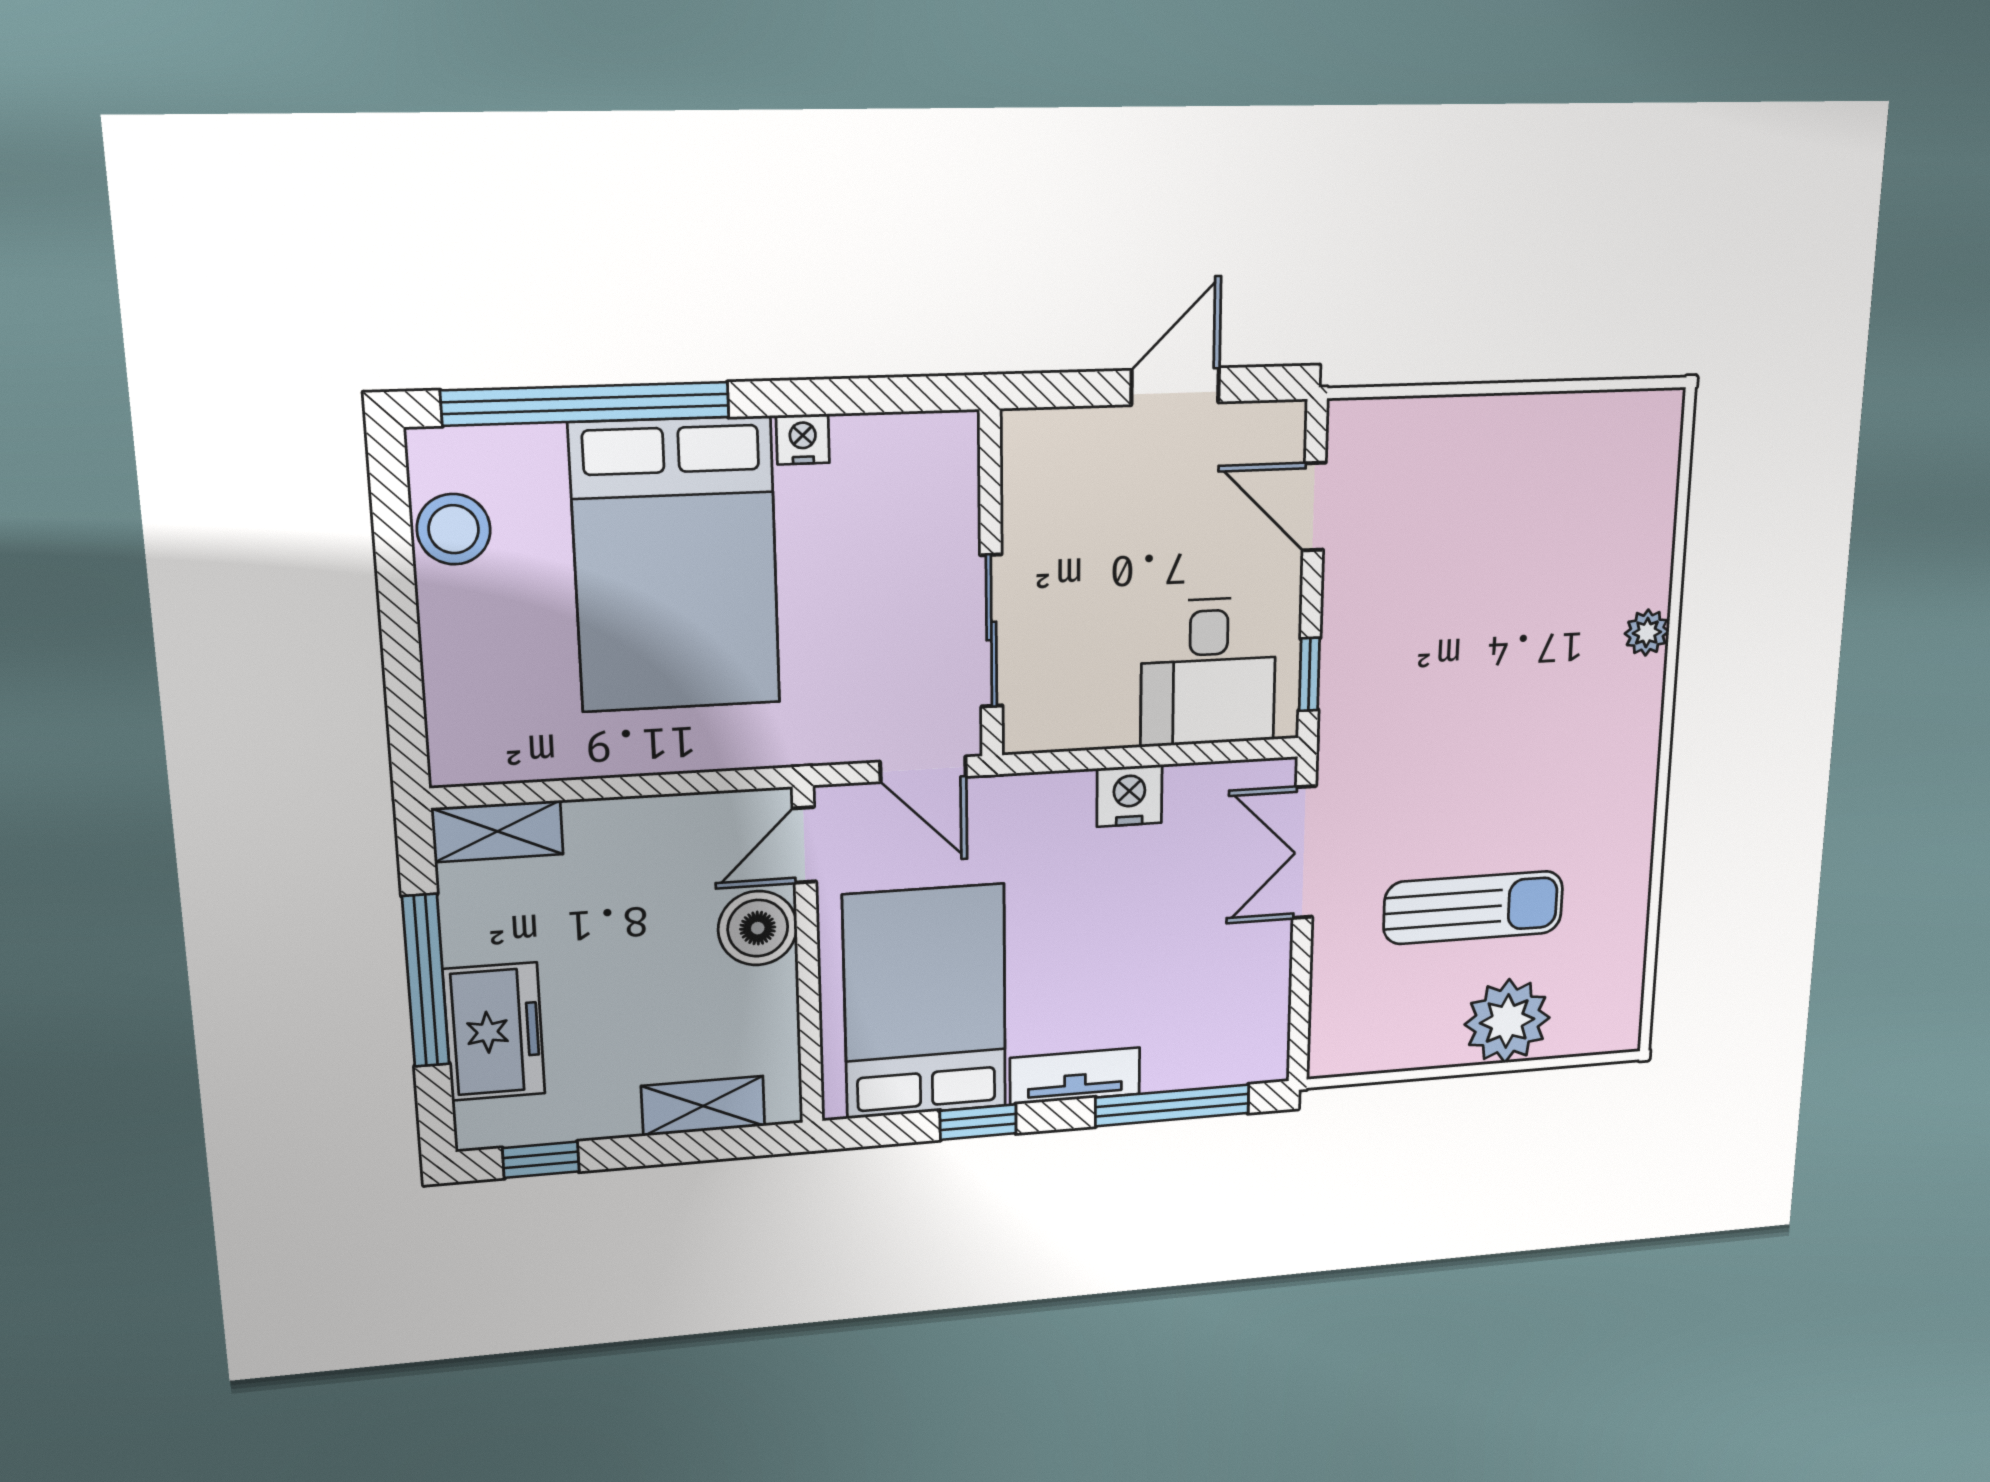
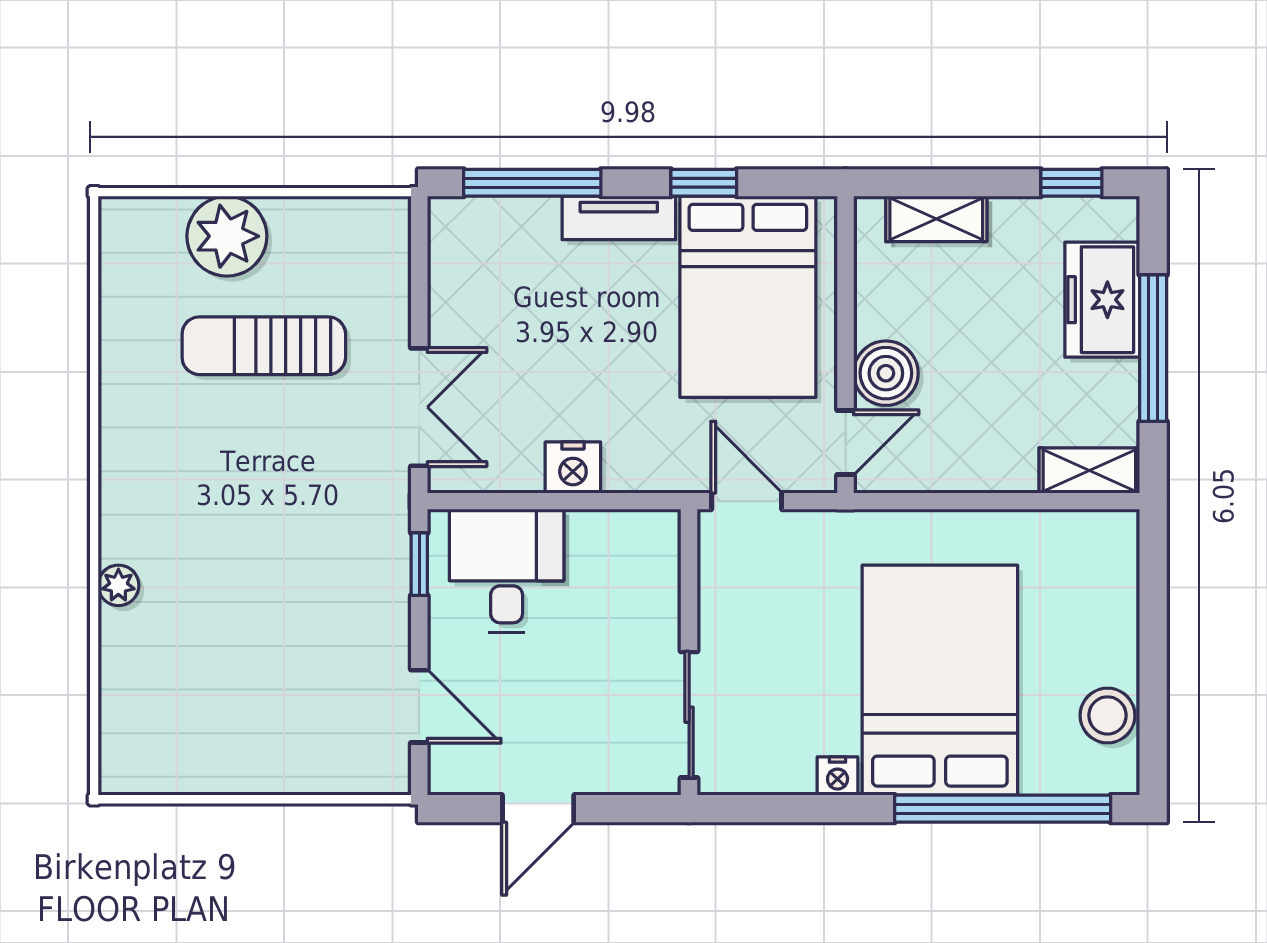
sliding door: (991, 631) -> (689, 715), moved

